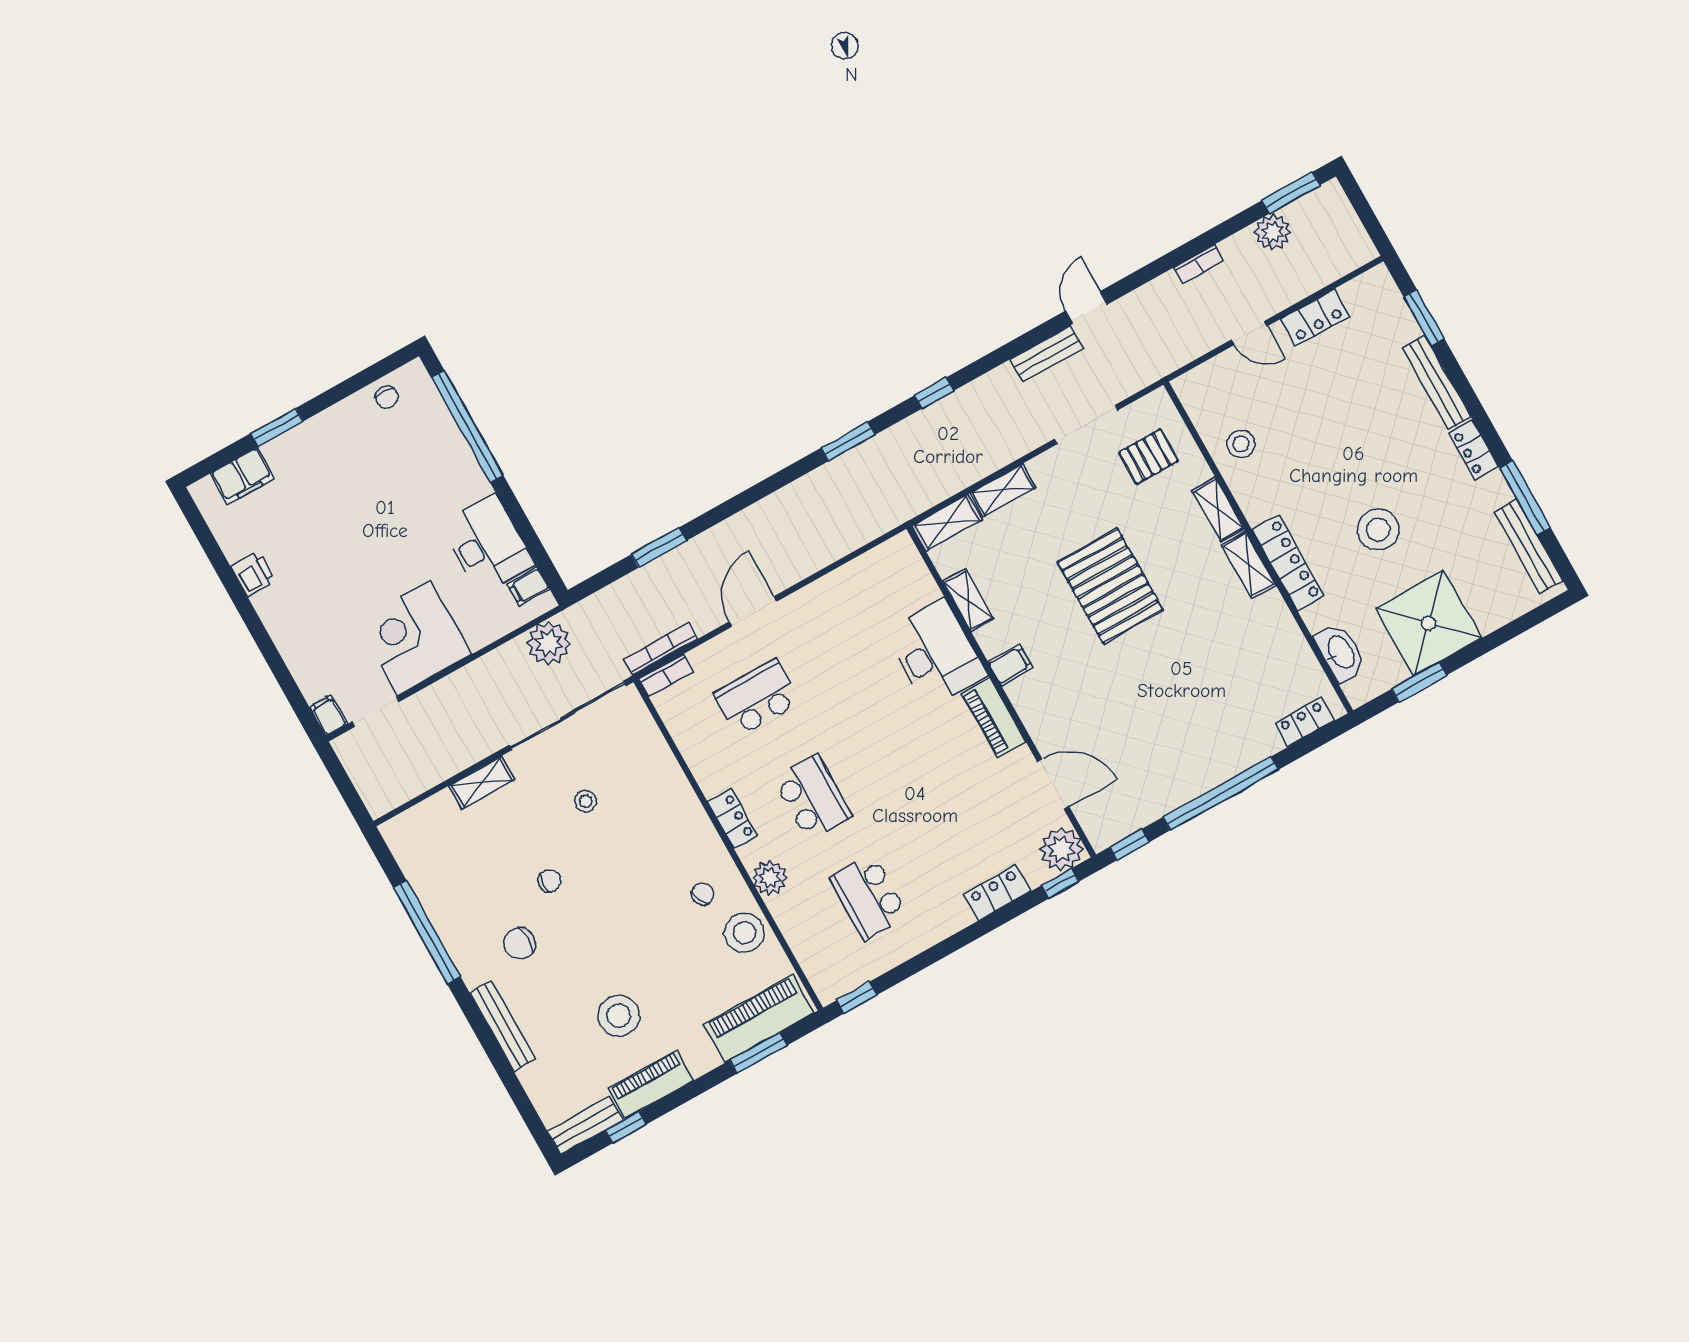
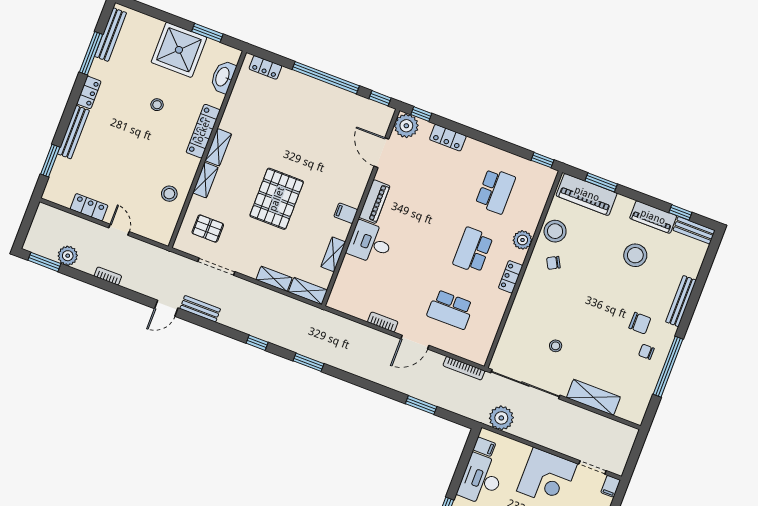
stool: (1378, 530) -> (157, 105), width x0.53, depth x0.53
desk: (936, 654) -> (370, 243), width x0.73
bookcase: (666, 675) -> (383, 322), moved
shelving: (482, 783) -> (593, 397), width x1.50, depth x1.33
chair: (549, 881) -> (646, 352), moved

